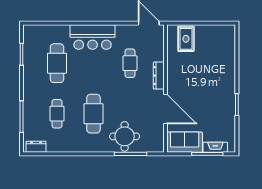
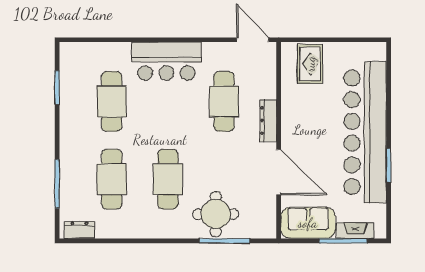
cafe table: (130, 63) -> (224, 101), width x1.37, depth x1.35
bar counter: (222, 83) -> (365, 132), added
cafe table: (57, 114) -> (112, 179), width x1.37, depth x1.35

